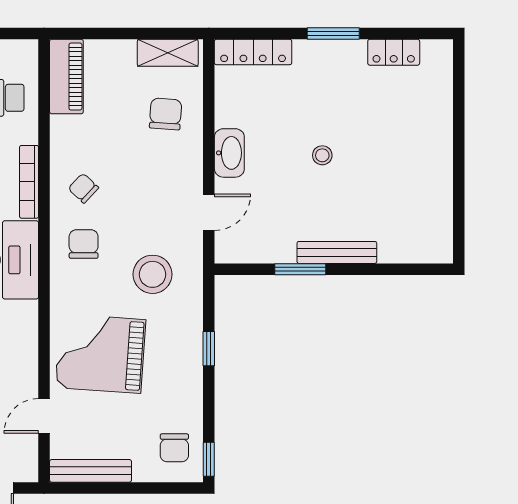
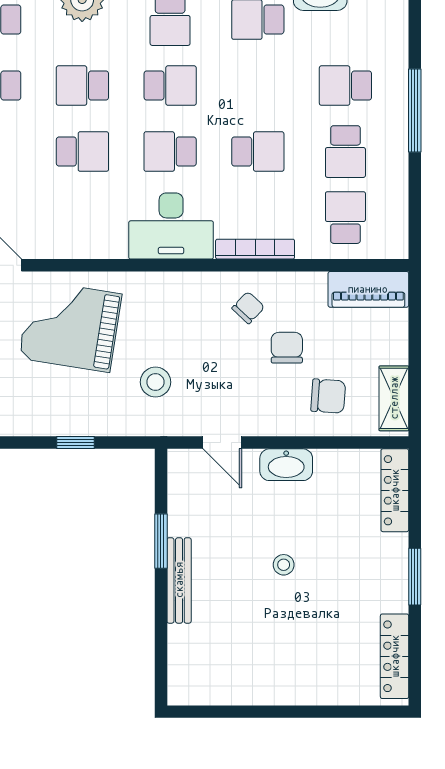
locker: (394, 52) -> (395, 656), width x1.53
chair: (84, 244) -> (287, 348), moved, turned -90
stool: (153, 274) -> (155, 382), width x0.73, depth x0.73
grand piano: (101, 354) -> (70, 326), turned -85

